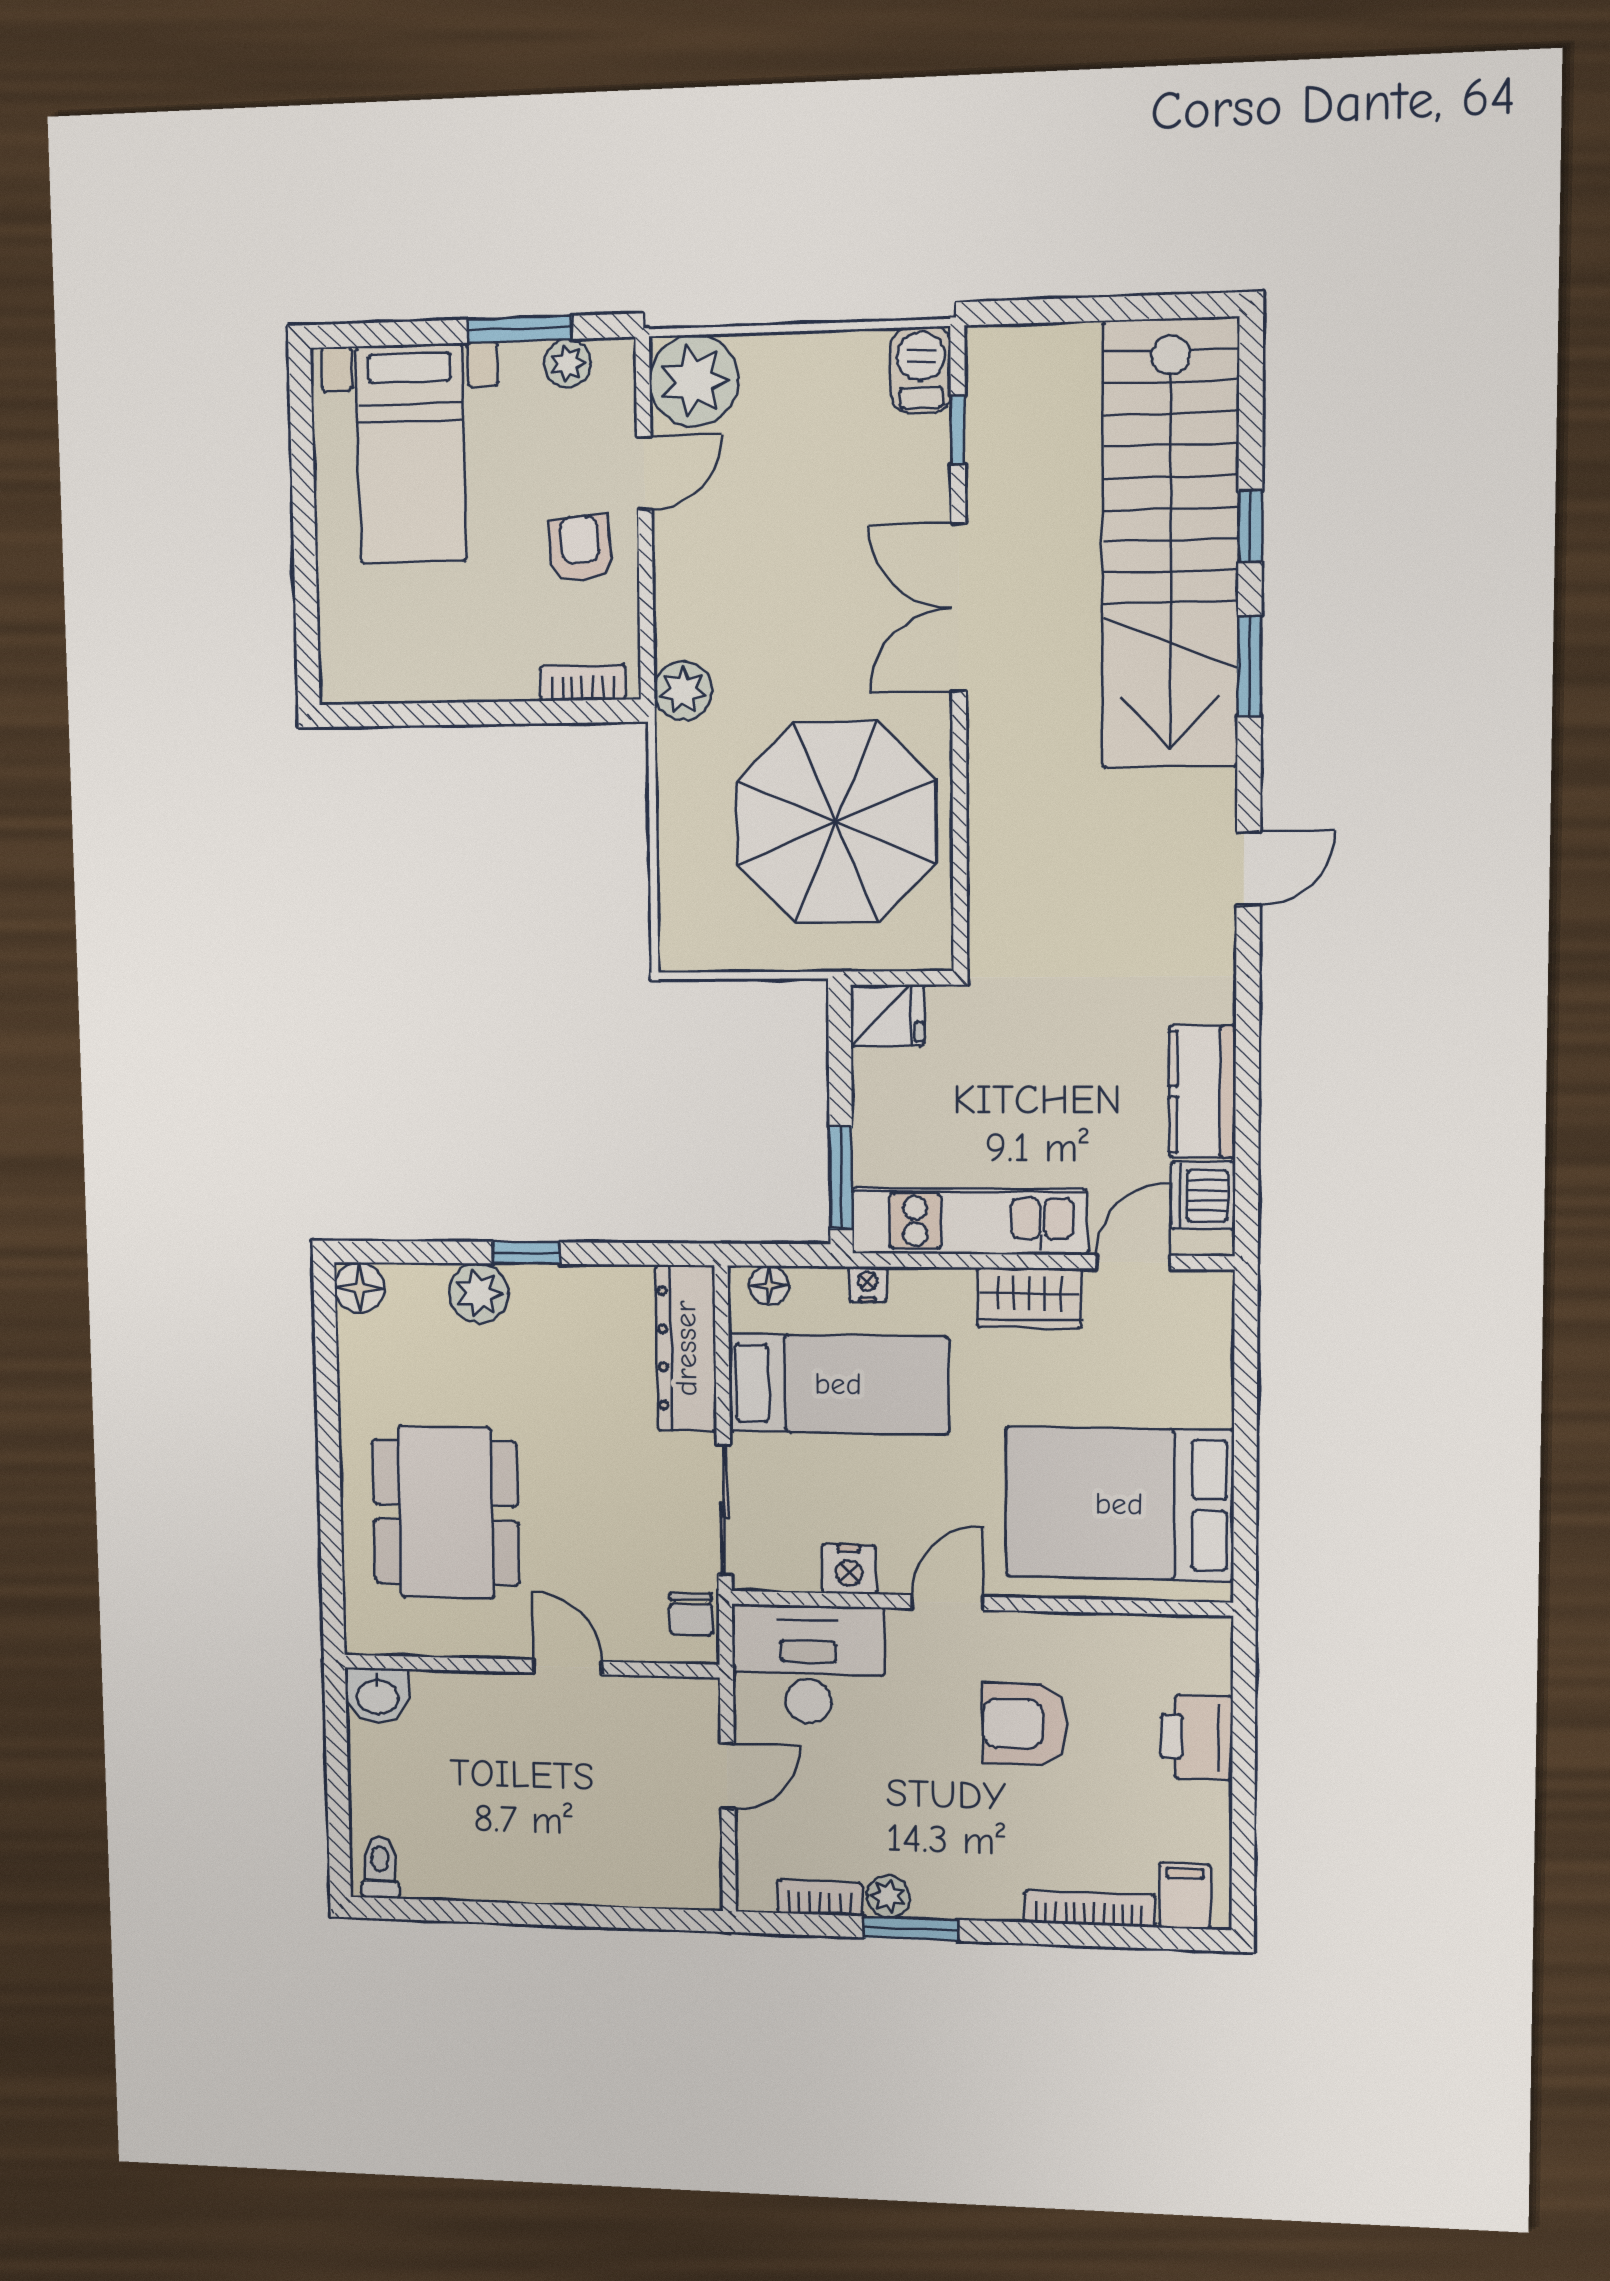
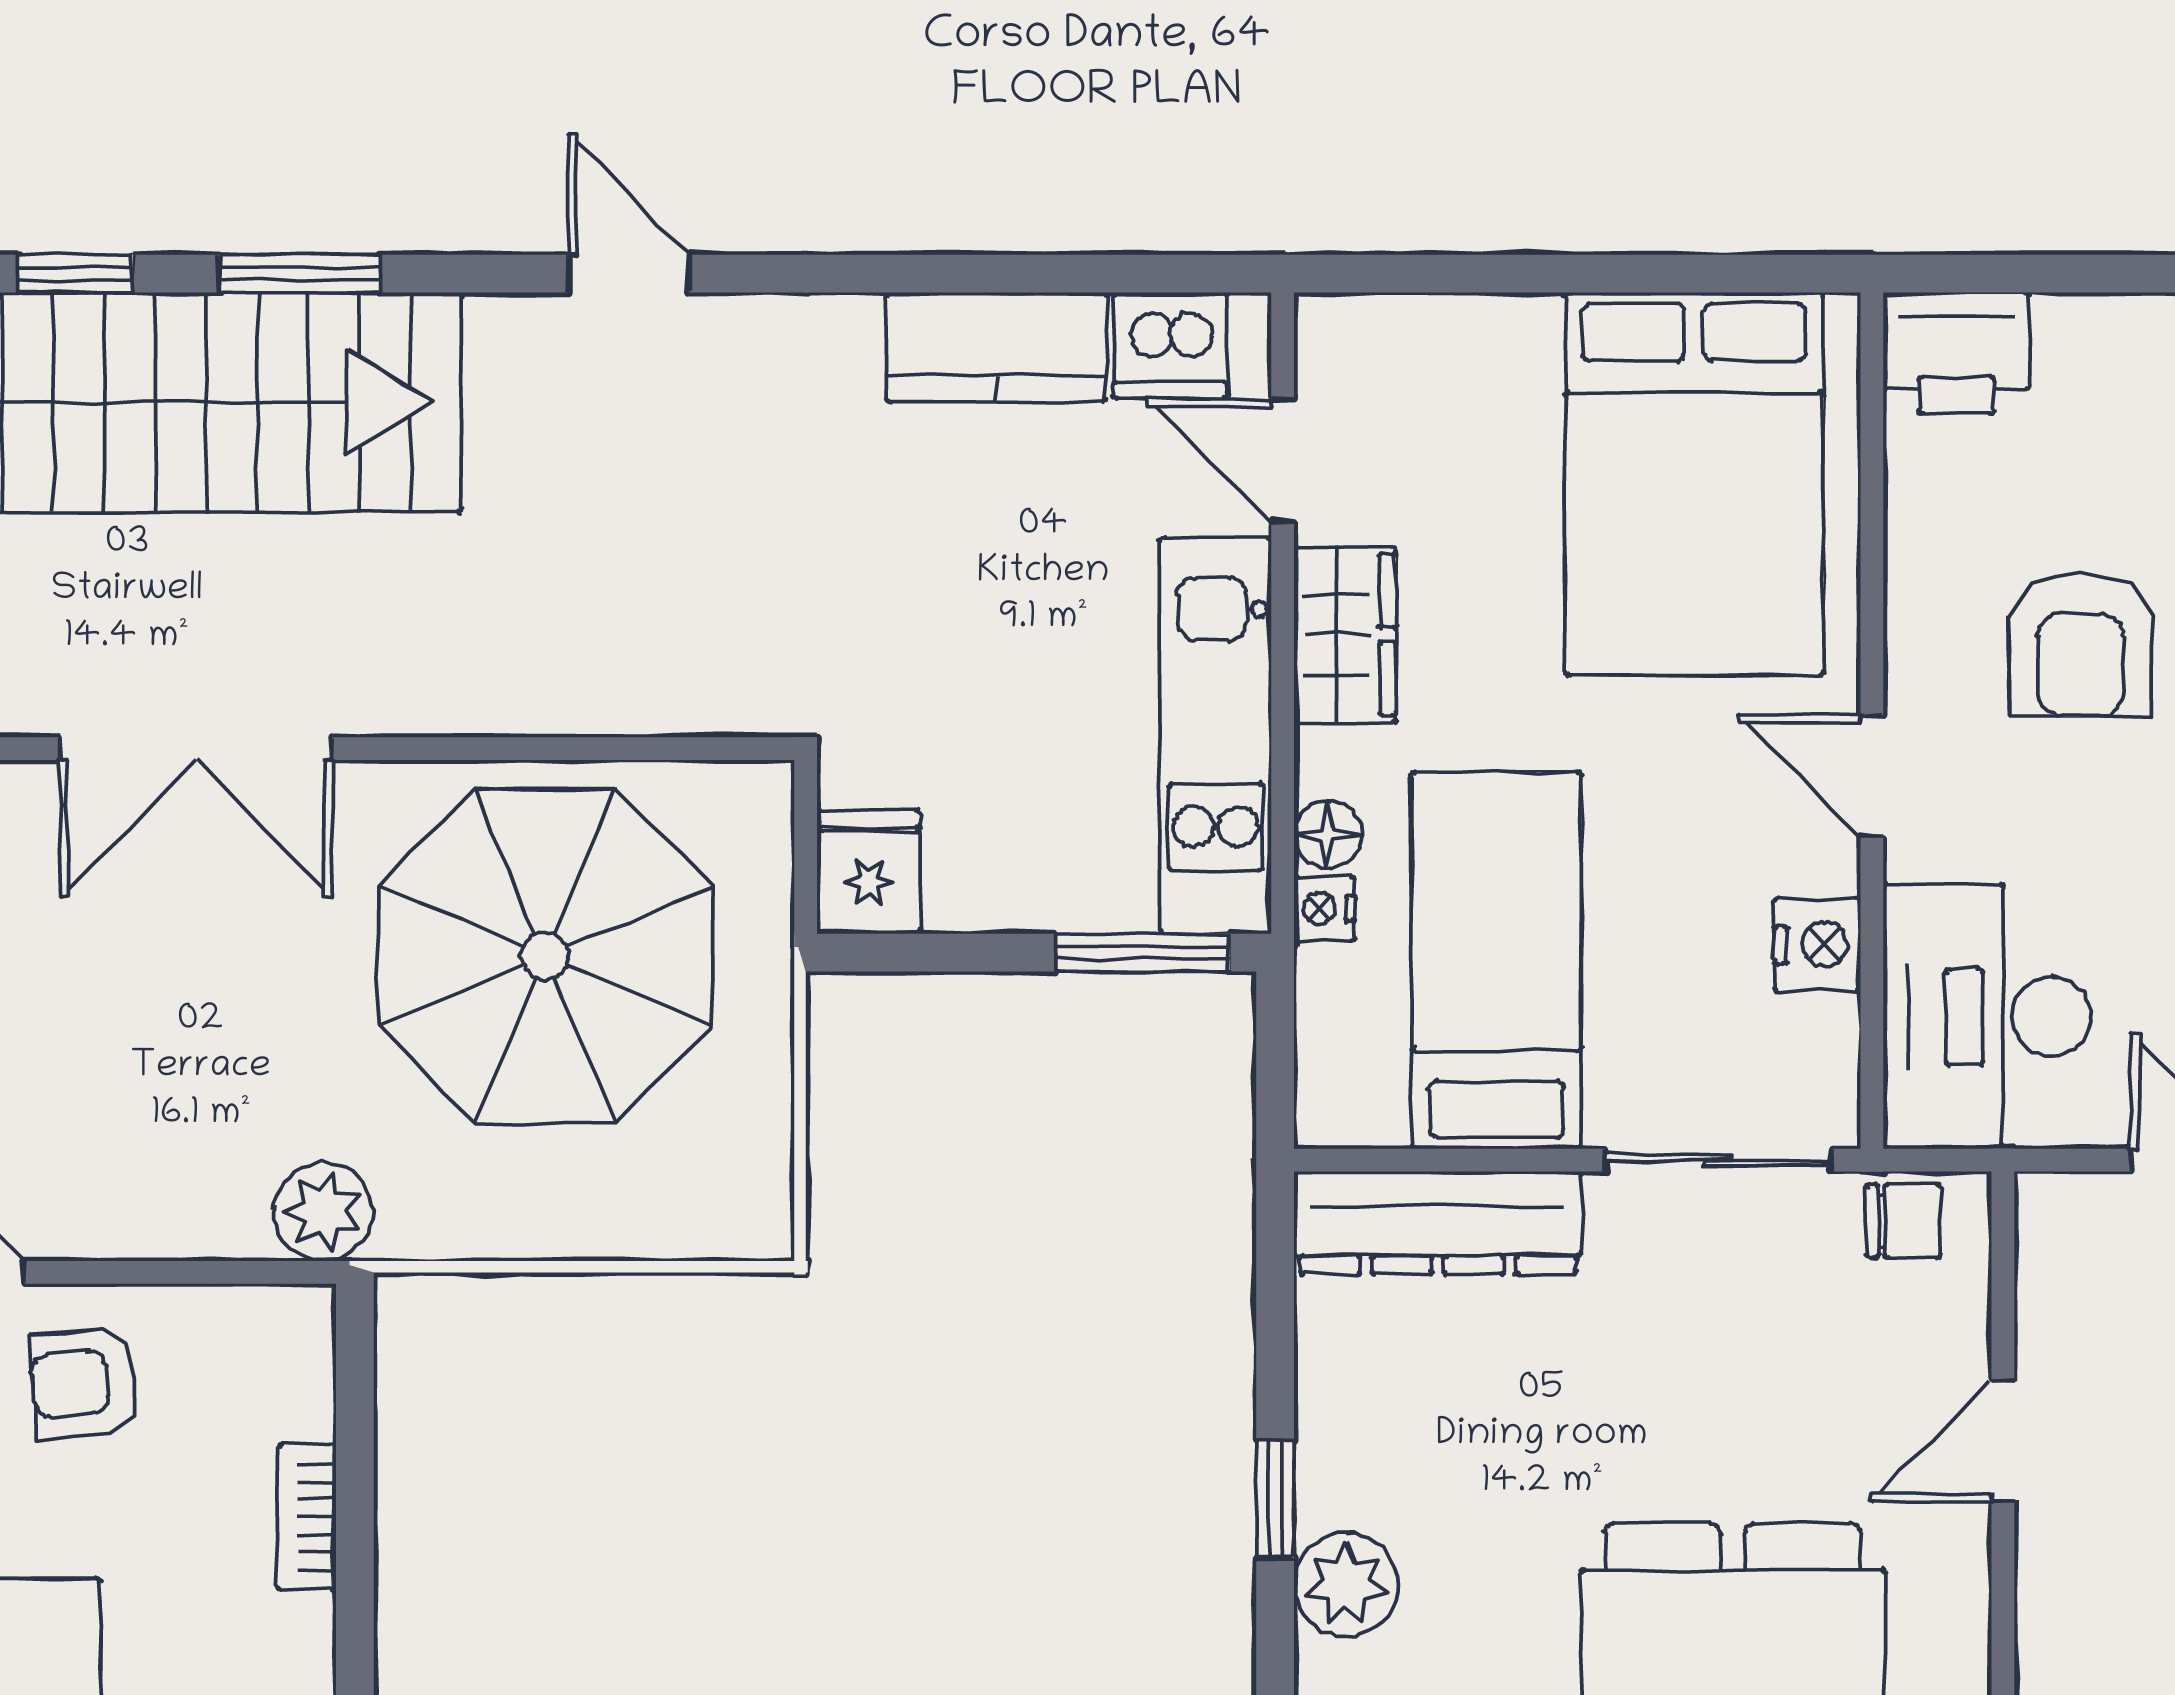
bookcase: (583, 683) -> (307, 1516), moved
floor lamp: (769, 1286) -> (1328, 835), moved
printer: (1197, 1737) -> (1956, 353), moved

